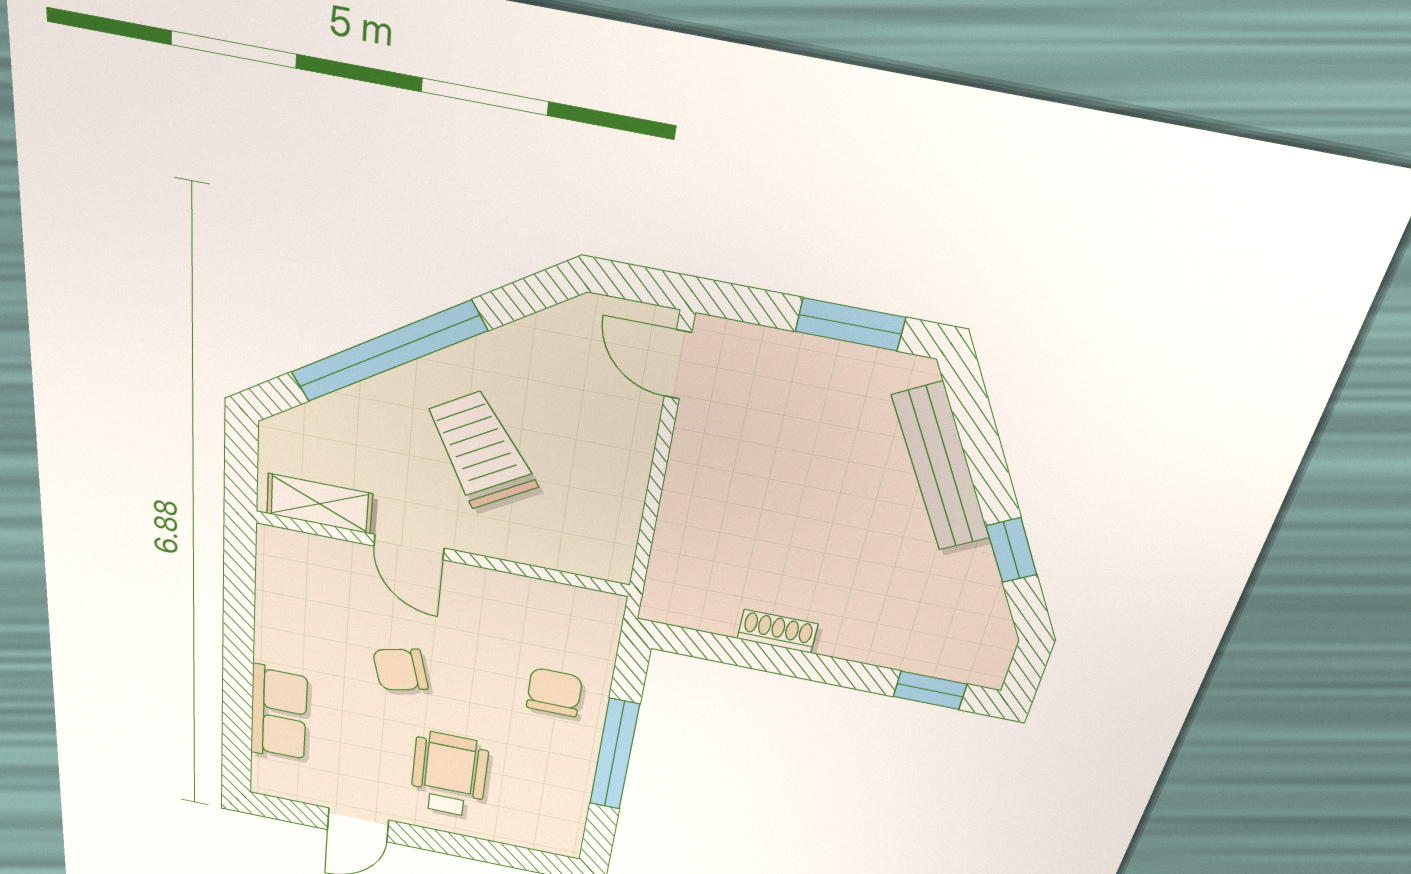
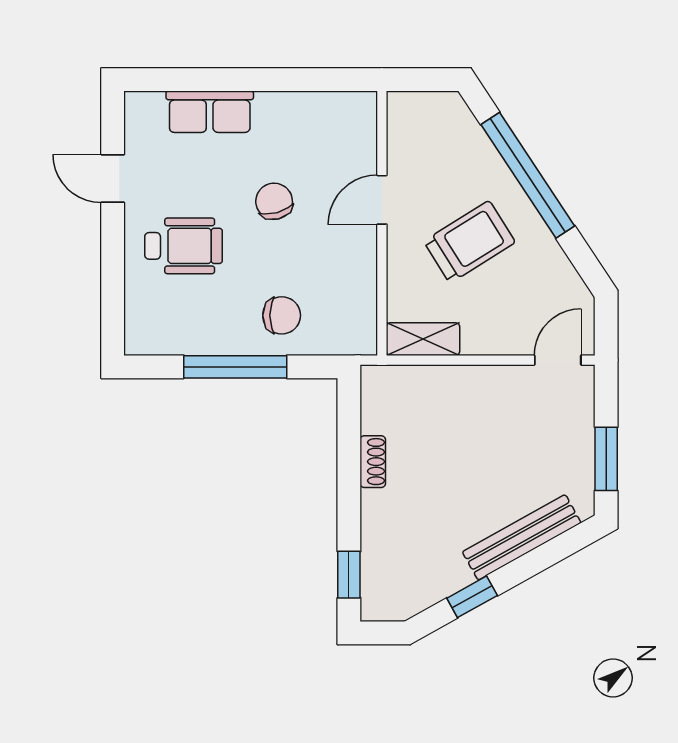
shelving: (319, 504) -> (423, 339), moved, turned 90

